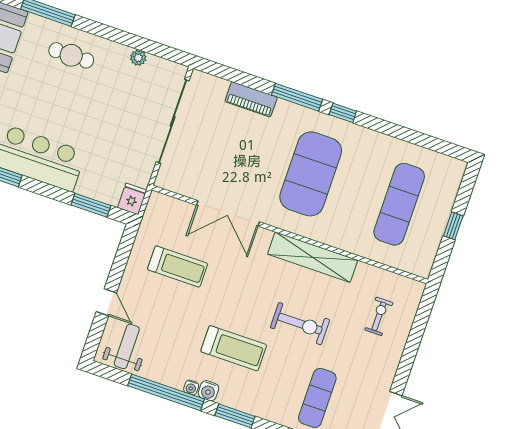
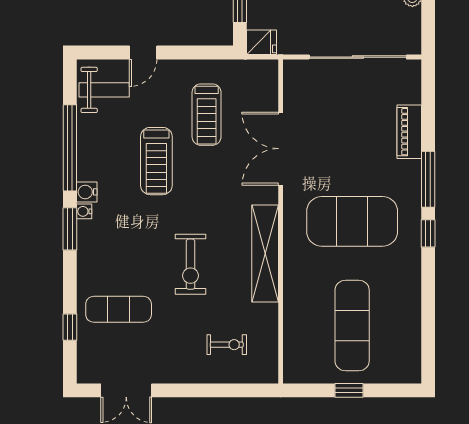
exercise mat: (399, 204) -> (352, 326), turned 90
treadmill: (234, 348) -> (156, 161), moved
water cooler: (191, 387) -> (84, 211), moved

